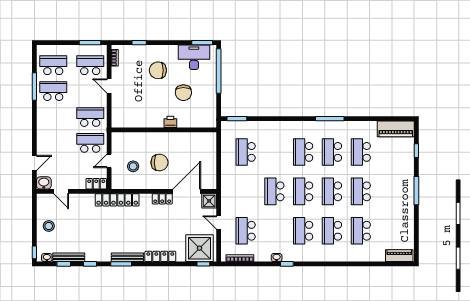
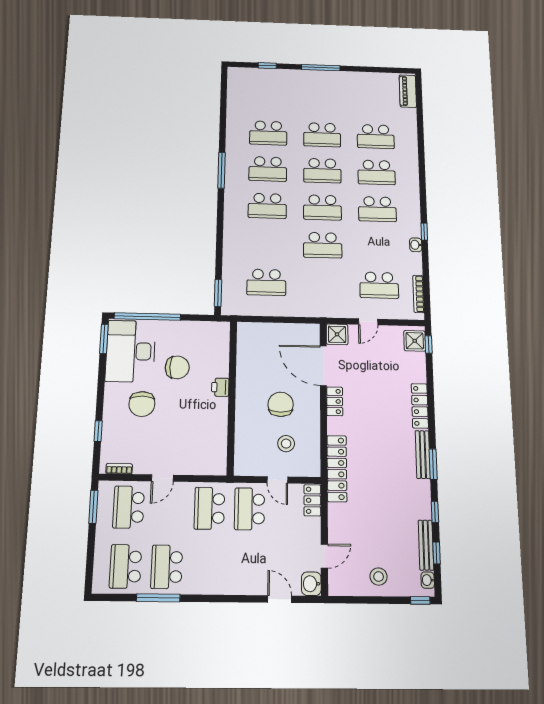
desk: (194, 57) -> (131, 351), width x1.36, depth x1.30
piano: (396, 129) -> (238, 89), removed
shower: (199, 248) -> (415, 341), width x0.54, depth x0.54

